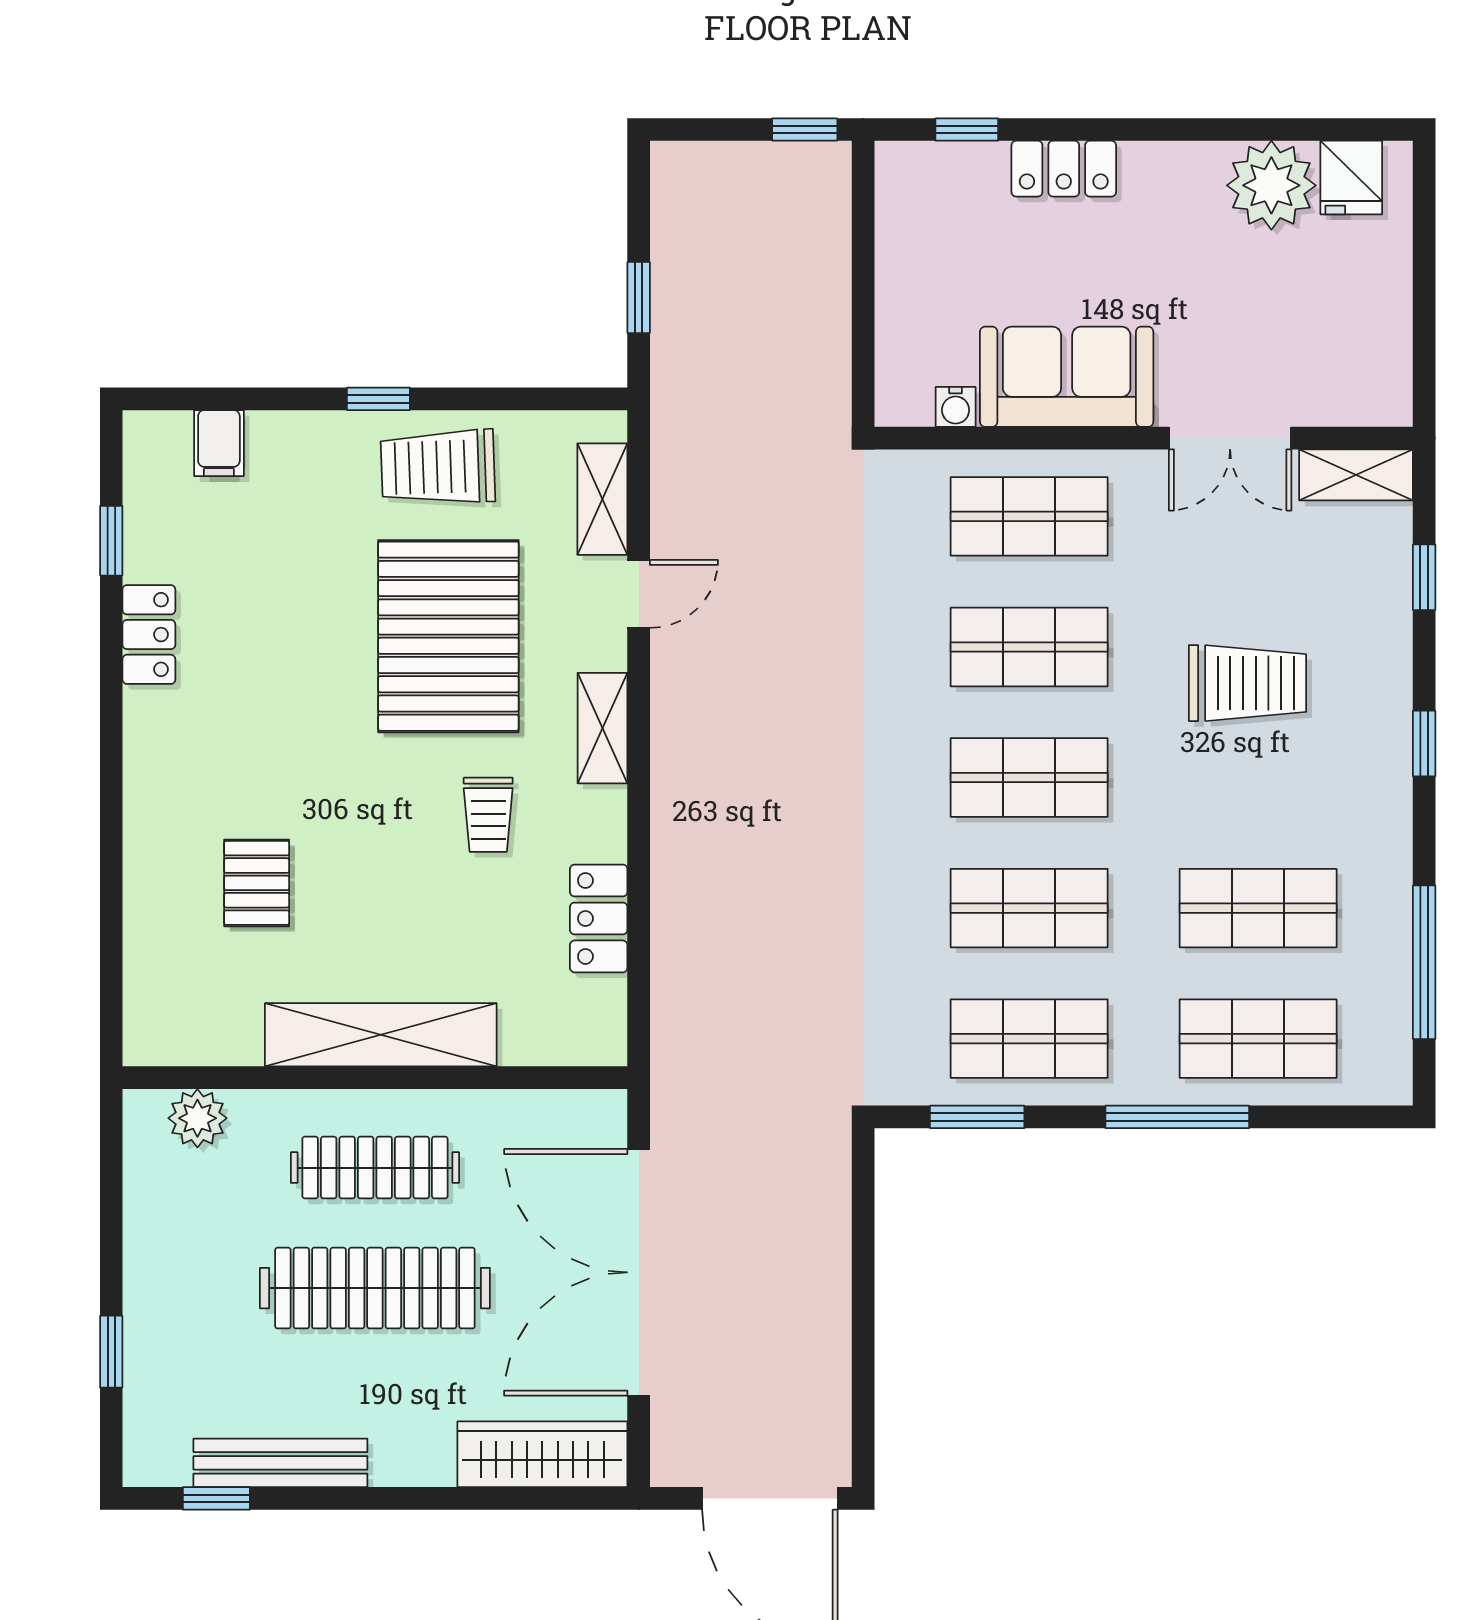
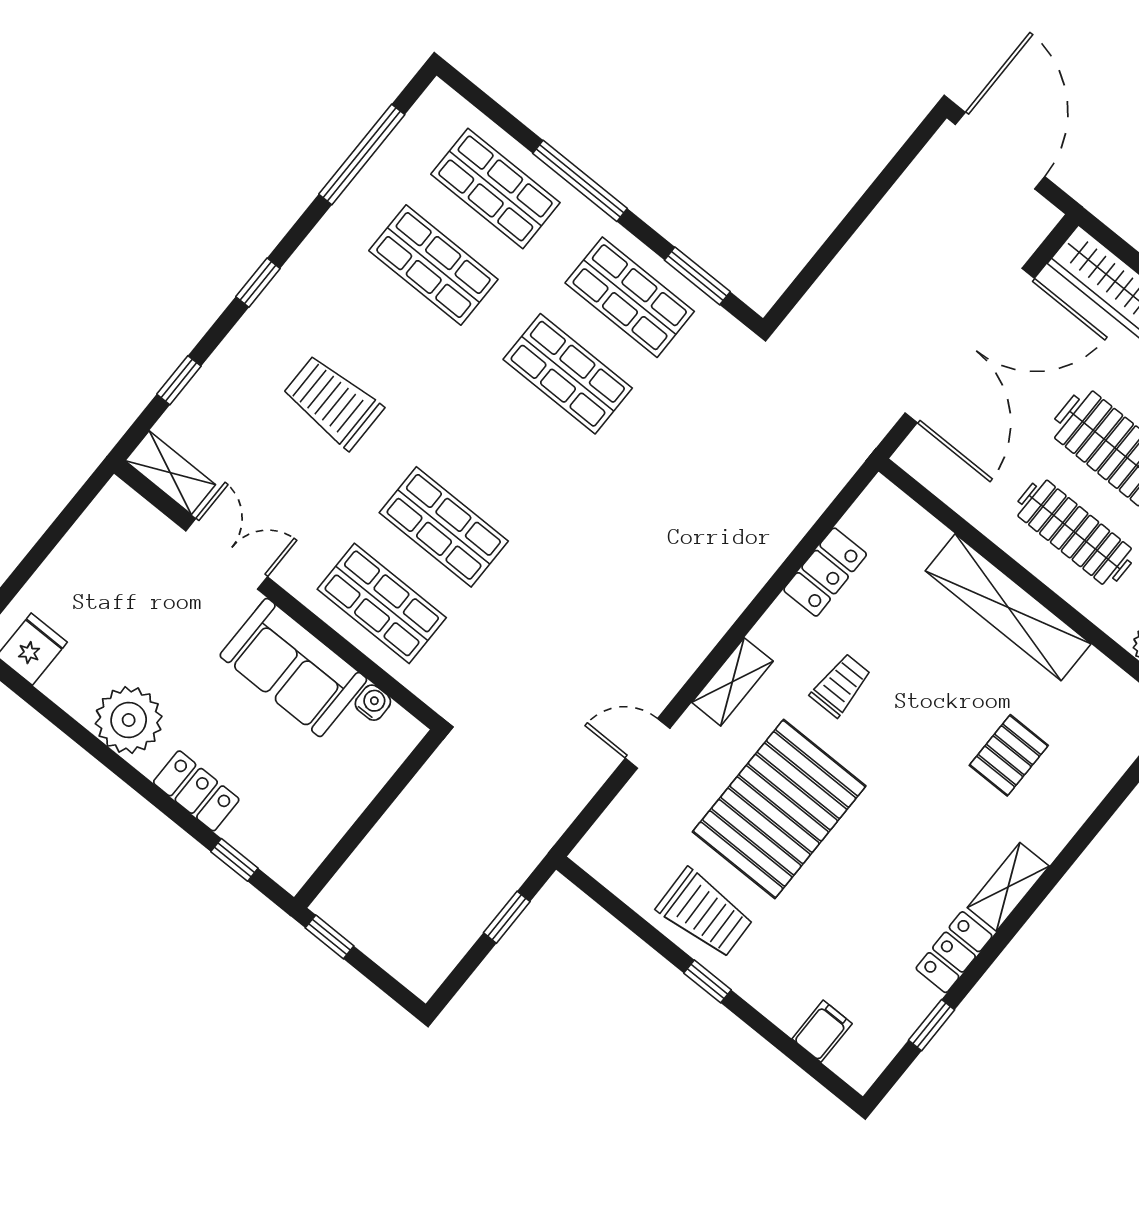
plant: (1271, 185) -> (129, 720), moved
shelving: (602, 499) -> (1008, 887), moved
shop shelf: (1029, 778) -> (506, 450), removed

